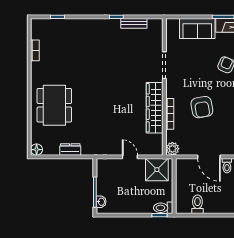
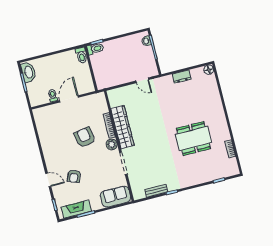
sofa: (197, 29) -> (115, 197), moved
dining table: (54, 105) -> (193, 139), moved, turned 90
plant: (172, 149) -> (112, 144), moved
door: (130, 157) -> (142, 80), moved
door: (209, 157) -> (69, 99), hinge flipped
shower: (157, 170) -> (108, 78), removed
toilet: (197, 204) -> (81, 55), moved

